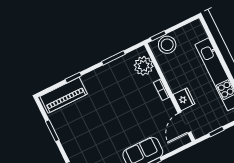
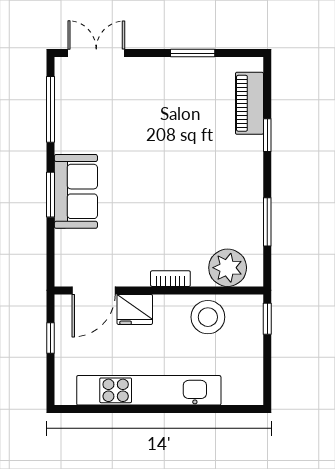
stool: (167, 45) -> (208, 317), moved
piano: (64, 95) -> (249, 103), width x0.73, depth x0.75
door: (185, 123) -> (94, 290), swing flipped

